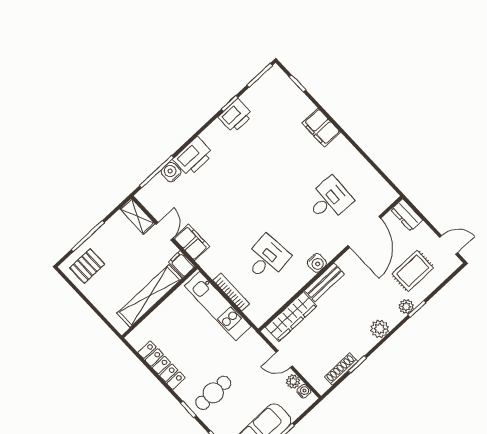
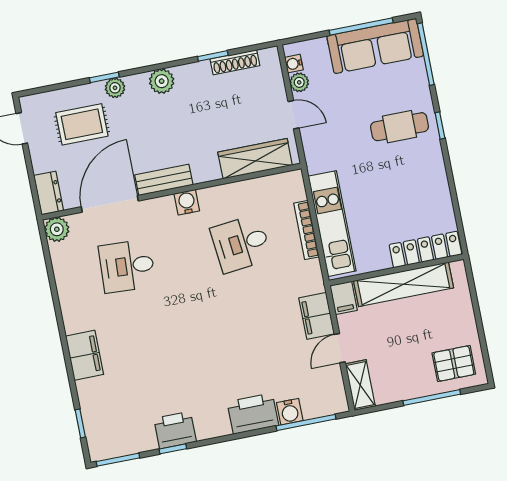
plant: (387, 195) -> (57, 229), added
bench: (324, 282) -> (164, 180), moved
locker: (161, 365) -> (425, 250), moved, turned 90

